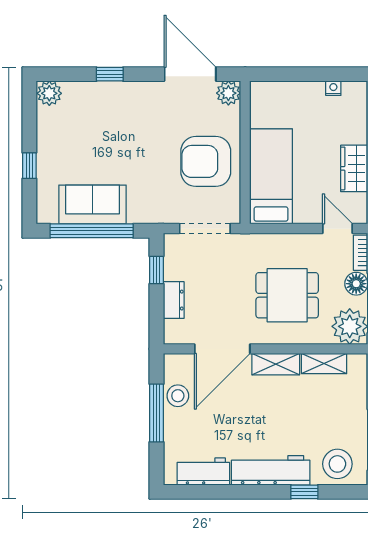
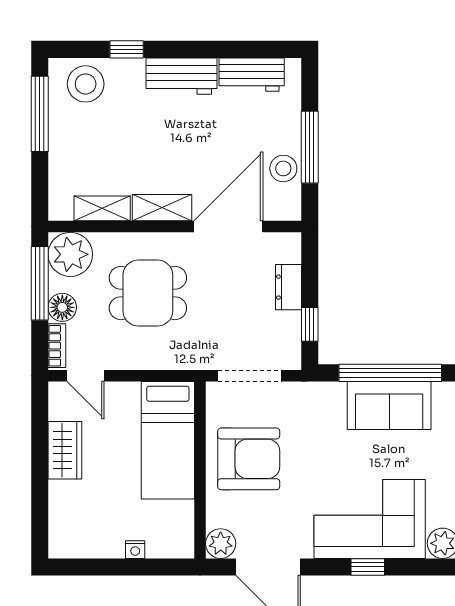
nightstand: (333, 88) -> (135, 550), moved
corner sofa: (108, 113) -> (370, 519), added
workbench: (271, 470) -> (182, 76), width x0.73

